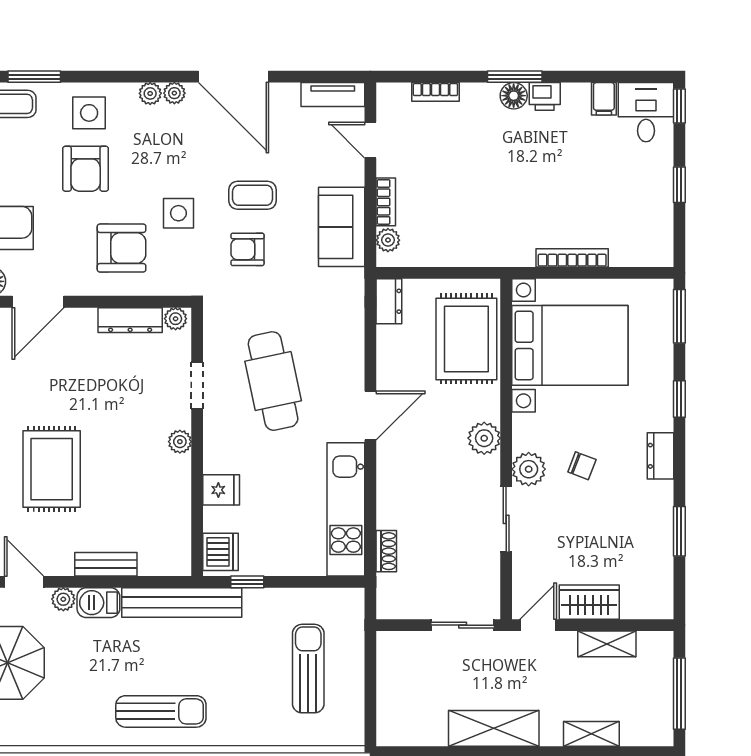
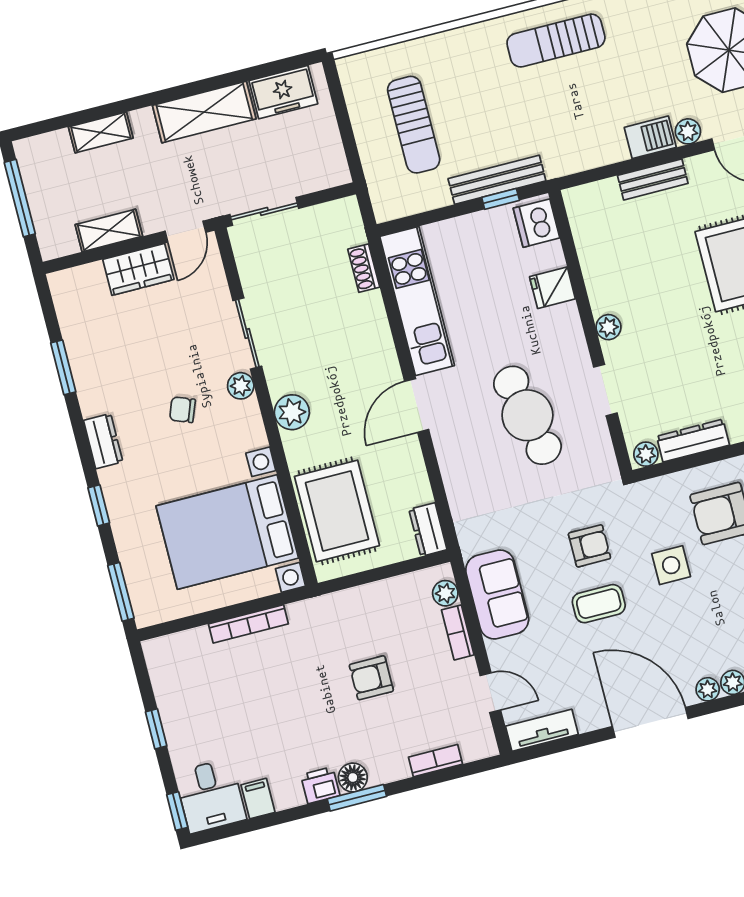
armchair: (474, 181) -> (371, 678), added
plant: (529, 469) -> (241, 386), width x0.73, depth x0.73
bench: (182, 602) -> (497, 180), moved, width x0.73, depth x0.82
freezer: (418, 728) -> (283, 92), added

